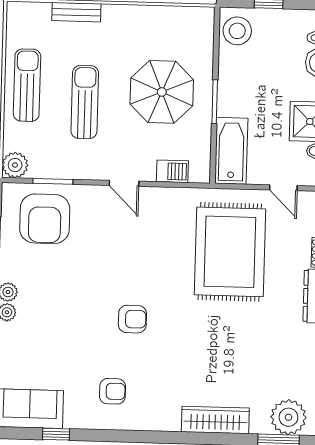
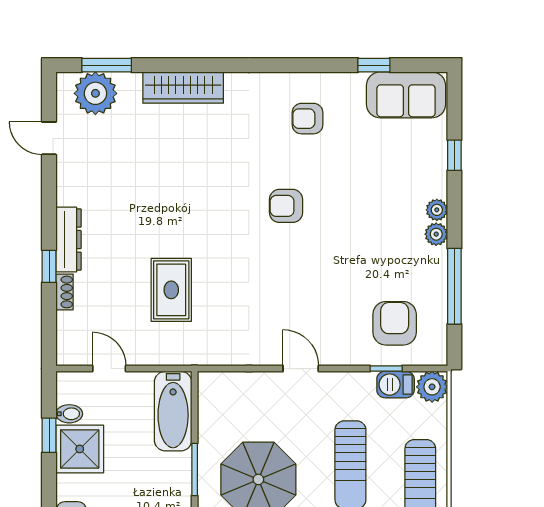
barbecue: (172, 171) -> (396, 385), moved
window: (53, 181) -> (386, 369), width x0.67
armchair: (45, 219) -> (395, 323), width x0.73, depth x0.73
rug: (230, 252) -> (171, 290), width x0.54, depth x0.49

